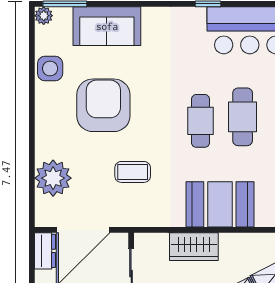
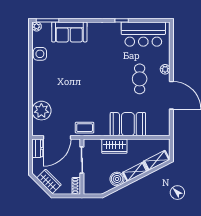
armchair: (103, 105) -> (67, 73), removed
cafe table: (200, 121) -> (118, 81), removed
coffee table: (133, 172) -> (85, 128), moved

